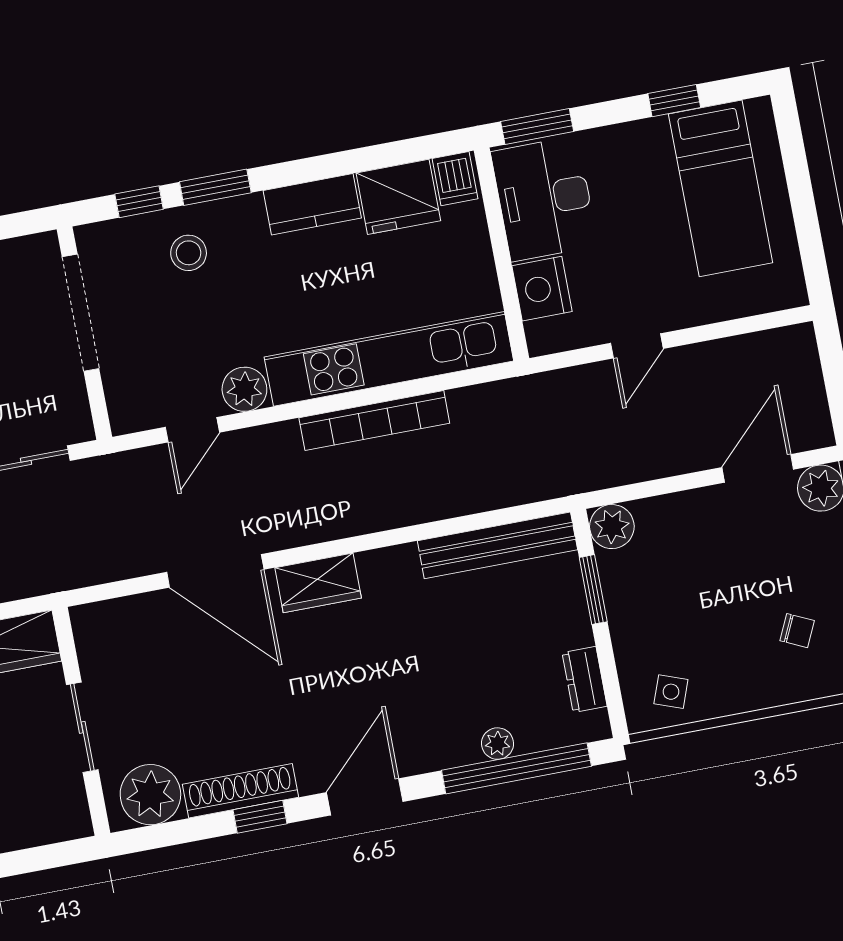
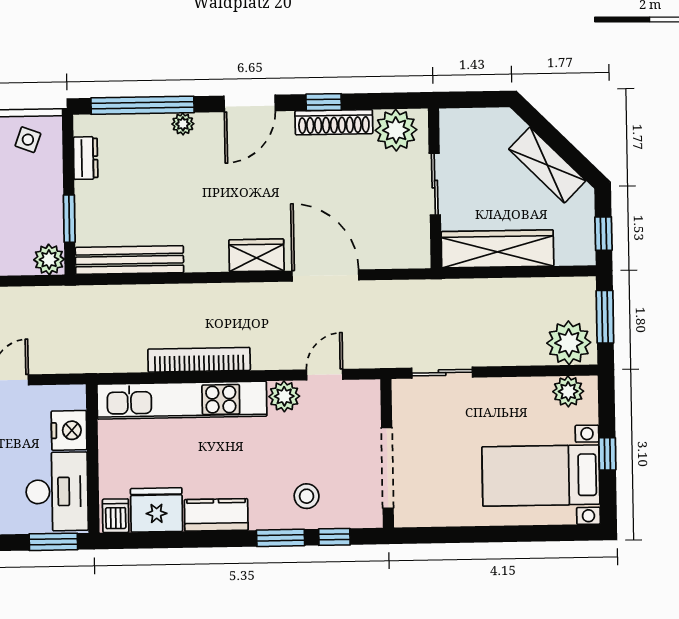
plant: (498, 744) -> (183, 124), moved

